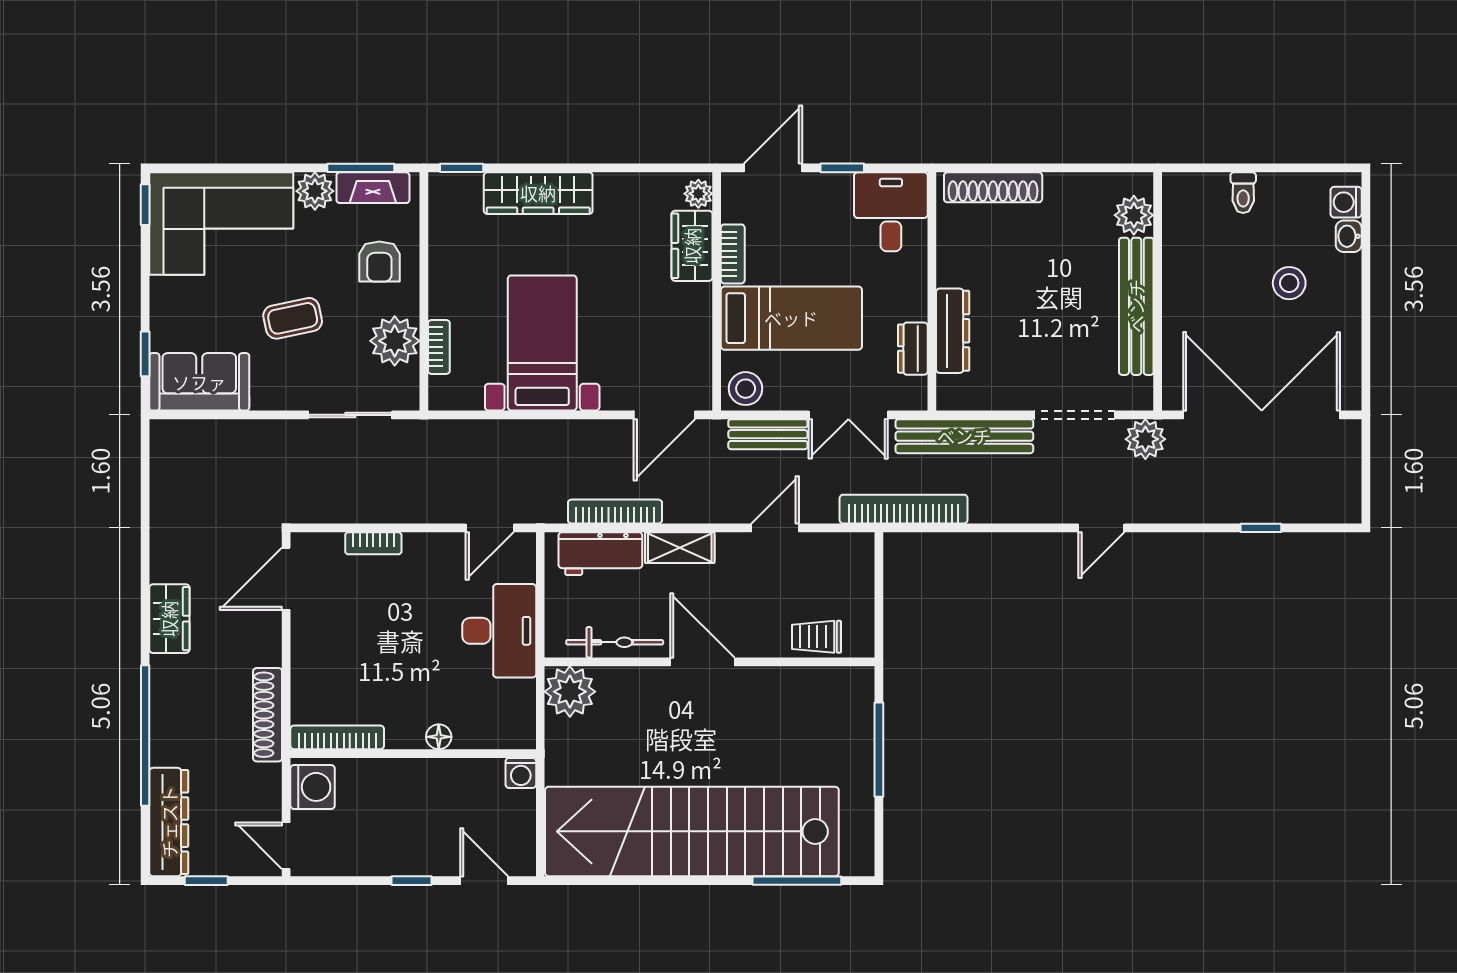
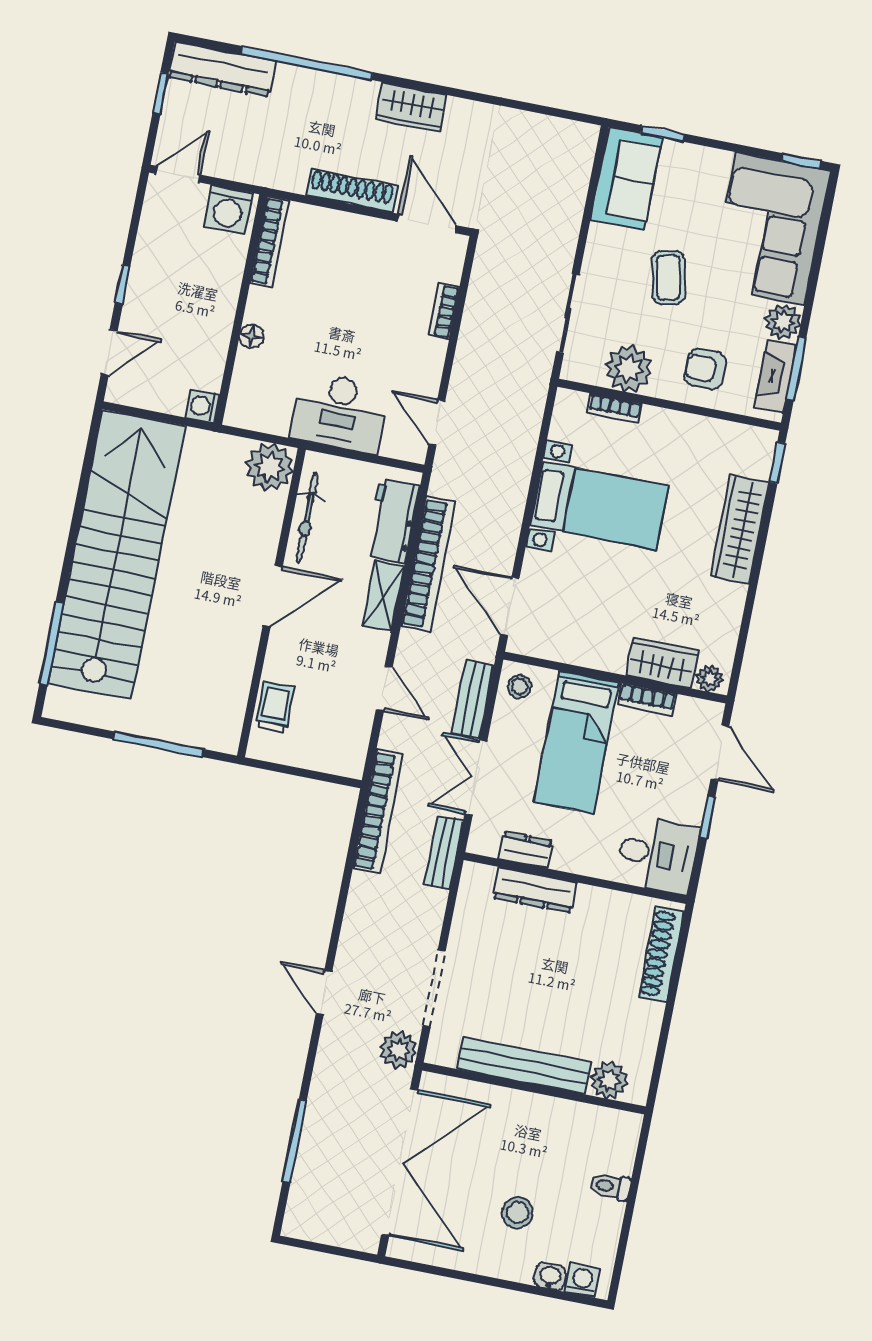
stool: (746, 389) -> (519, 687), width x0.73, depth x0.73
bench: (964, 436) -> (443, 853), width x0.54, depth x0.82
bookcase: (615, 512) -> (428, 564), width x1.48, depth x1.31
window: (1261, 528) -> (295, 1141), width x2.17
shoe rack: (268, 715) -> (352, 191), moved

